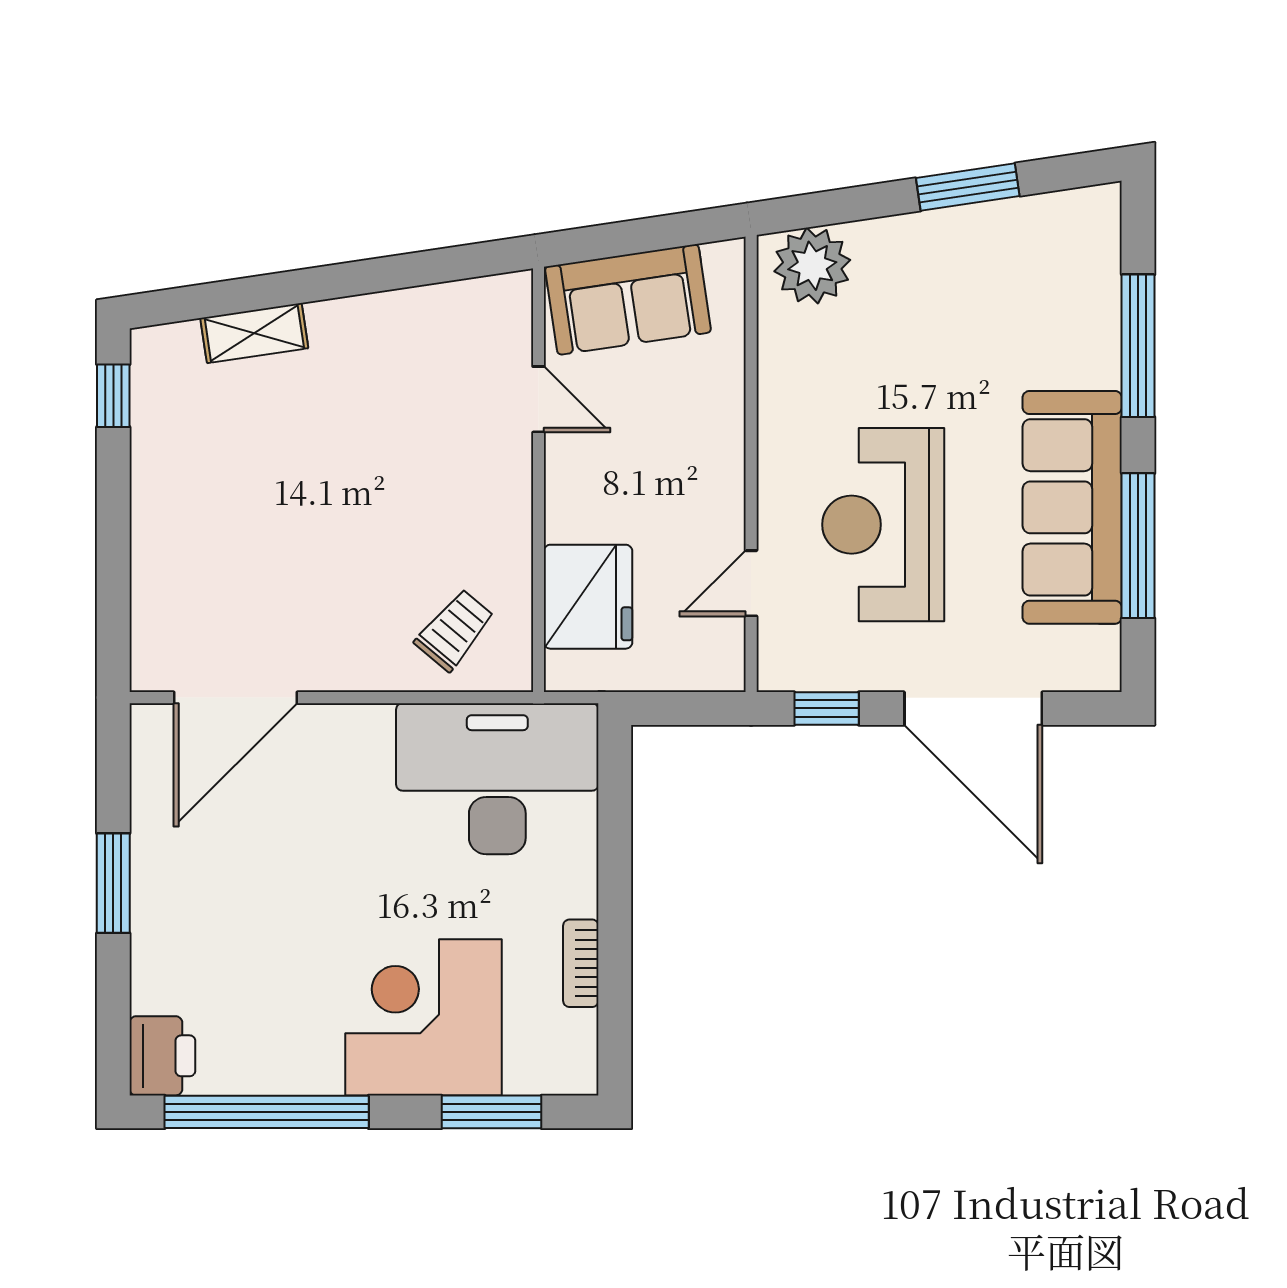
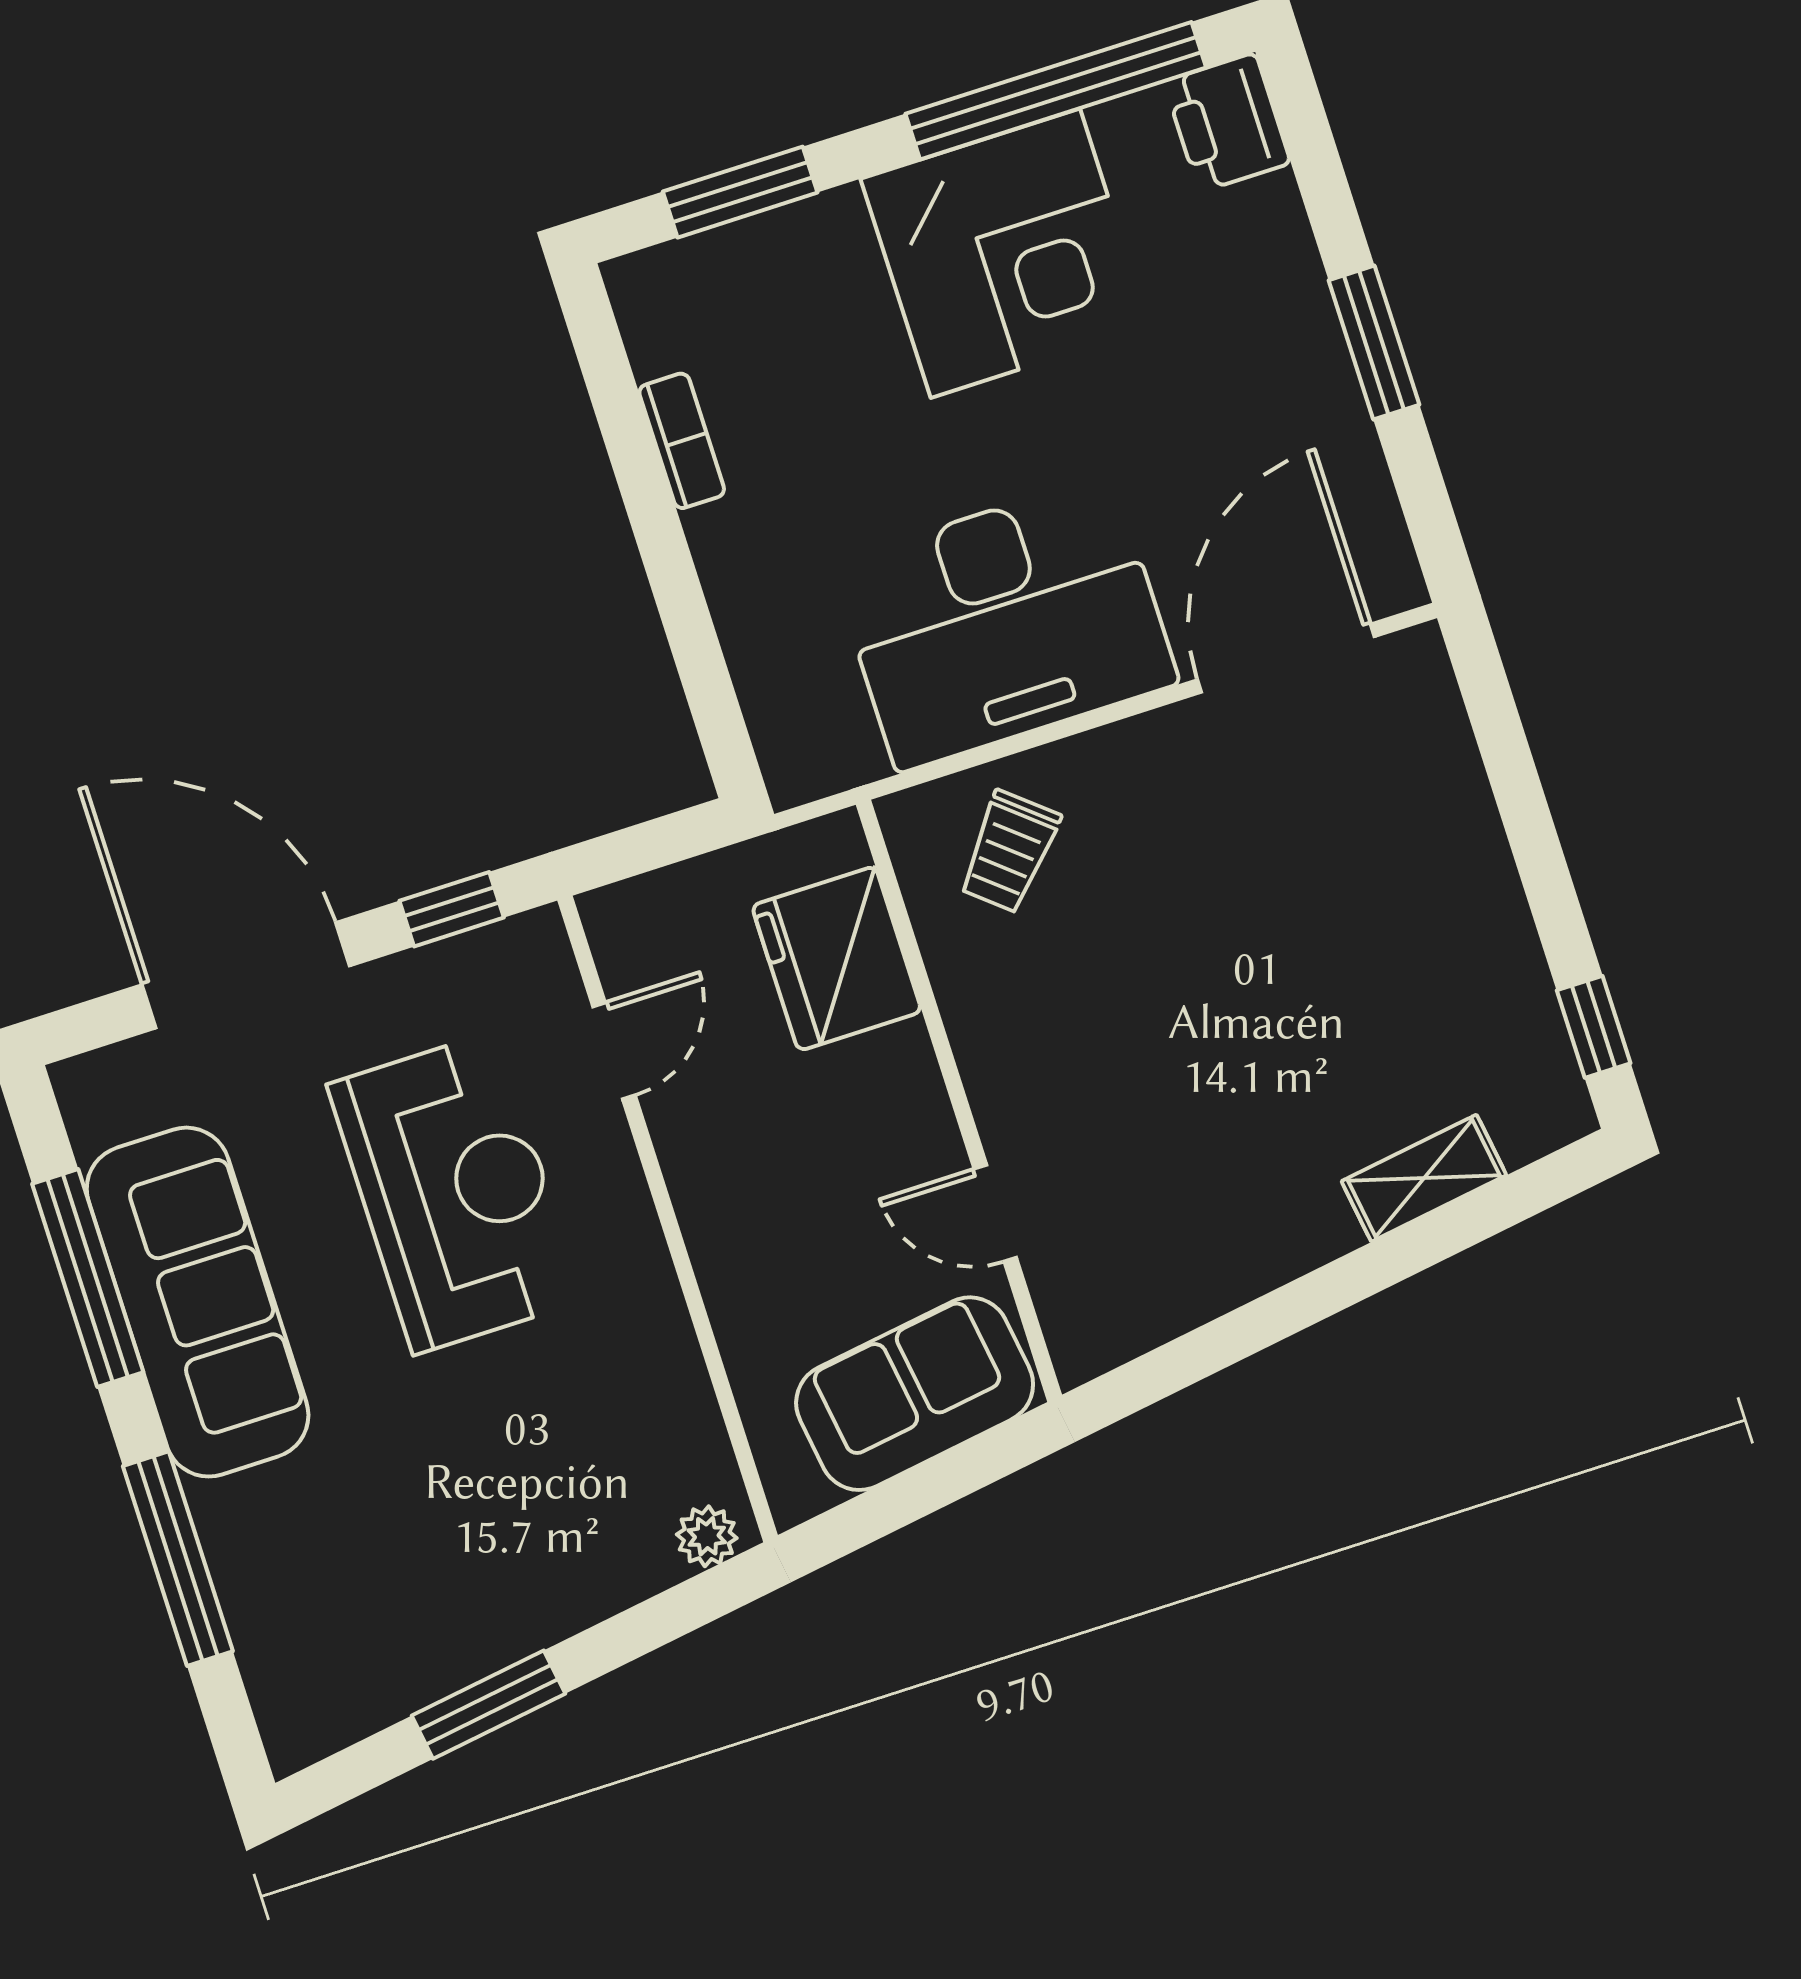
plant: (812, 266) -> (707, 1536), width x0.53, depth x0.53
desk: (497, 779) -> (1005, 623), moved
corner desk: (423, 1017) -> (1005, 253), moved

